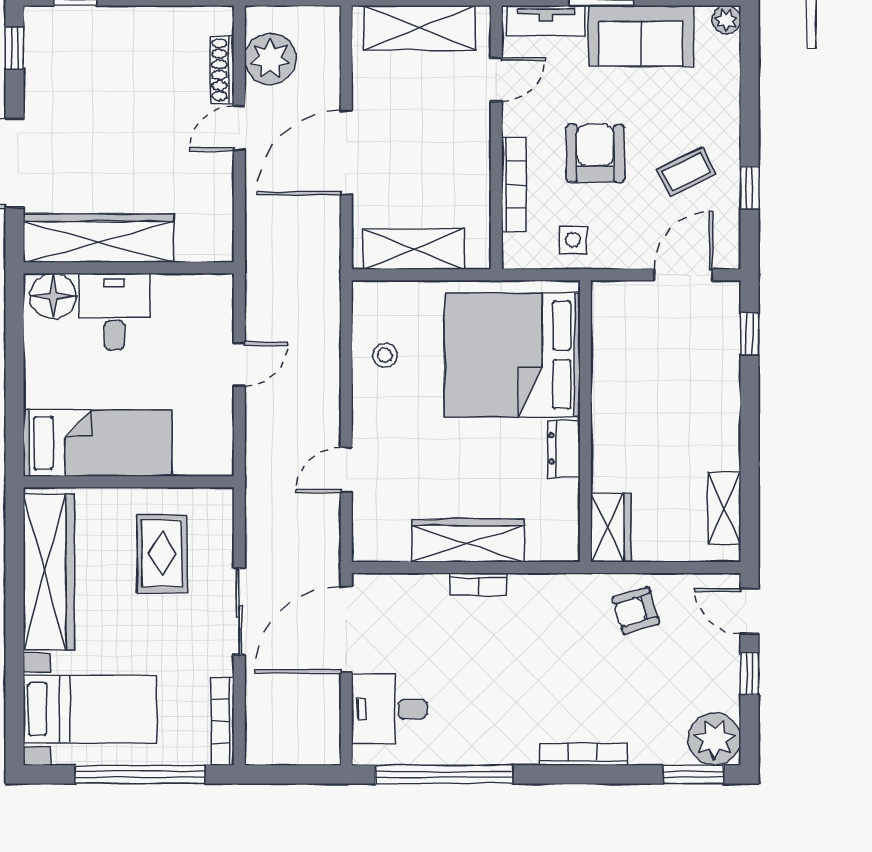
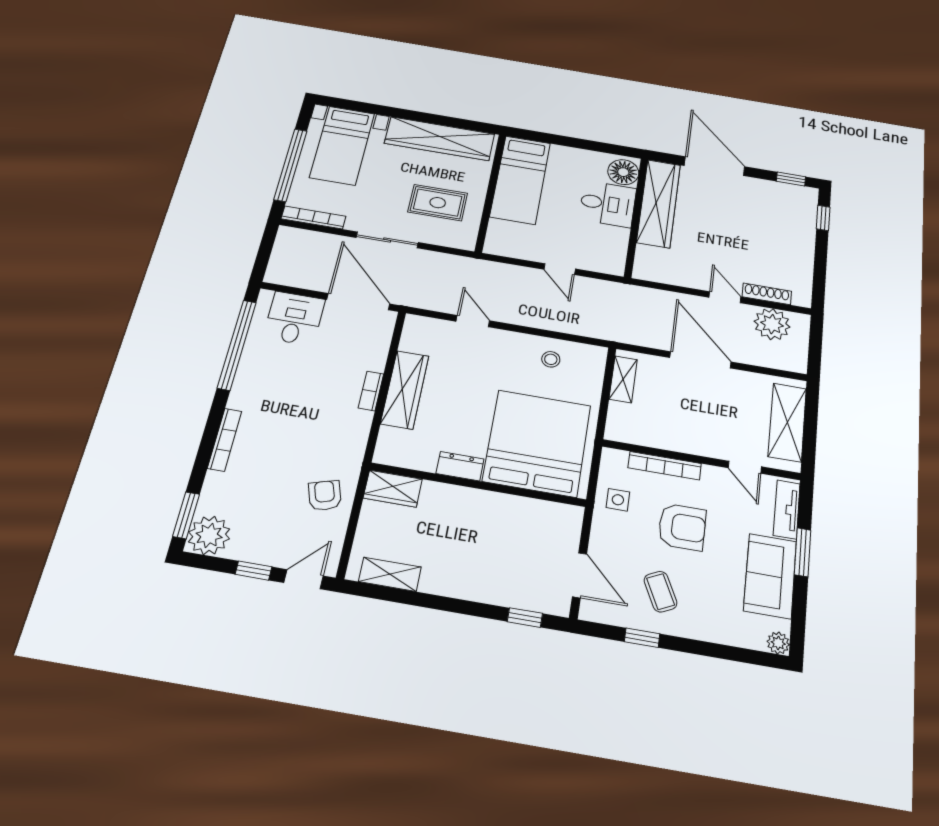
shelving: (414, 249) -> (623, 379), width x0.67, depth x0.75

